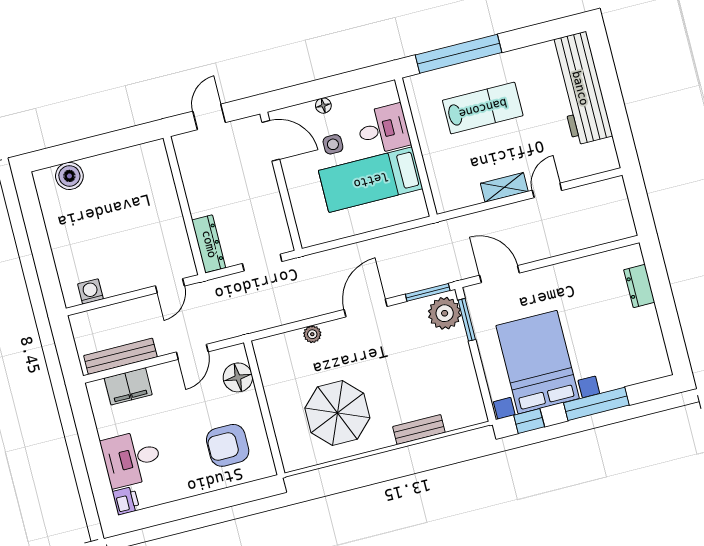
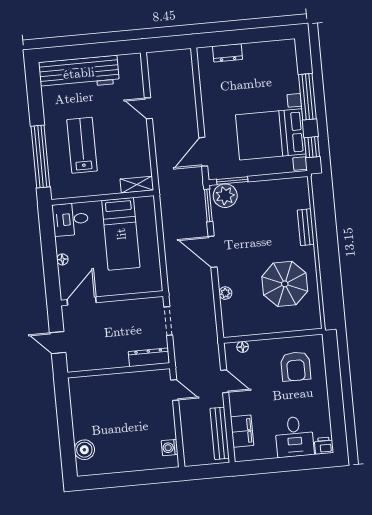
desk: (383, 129) -> (70, 219), moved, turned -90
side table: (333, 144) -> (91, 257), removed
shelving: (504, 187) -> (137, 185), moved, turned 90
floor lamp: (238, 377) -> (243, 347), width x0.53, depth x0.53

